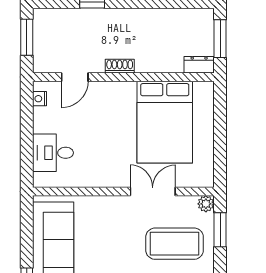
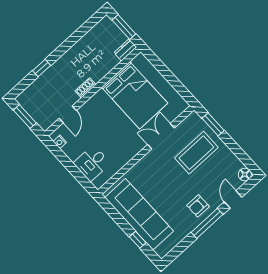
plant: (206, 204) -> (194, 118), removed

